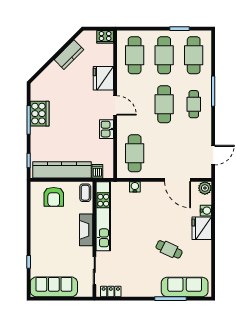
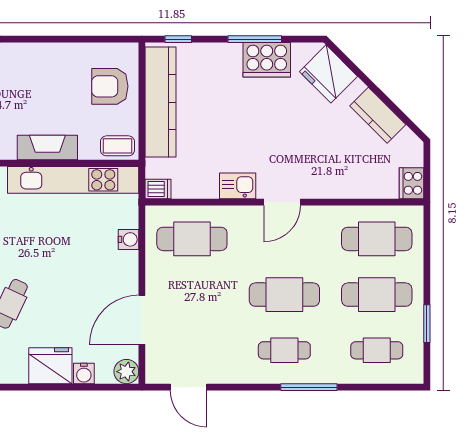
cafe table: (194, 55) -> (377, 350), width x0.73, depth x0.74
fridge: (103, 78) -> (329, 74), moved, turned -135
dishwasher: (97, 171) -> (158, 189), moved

